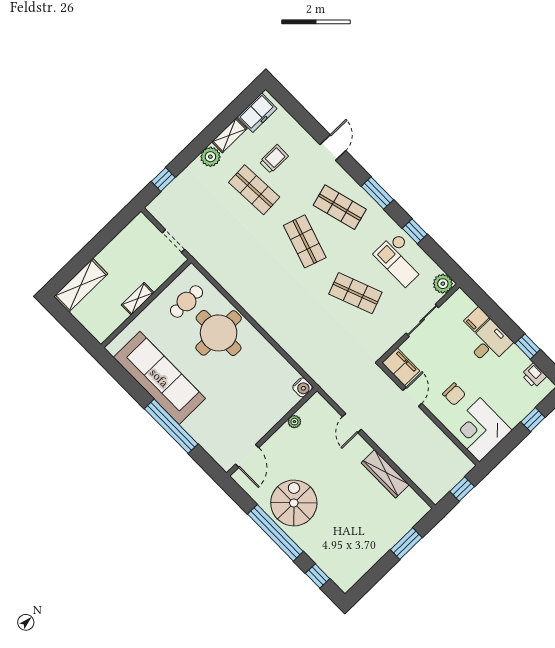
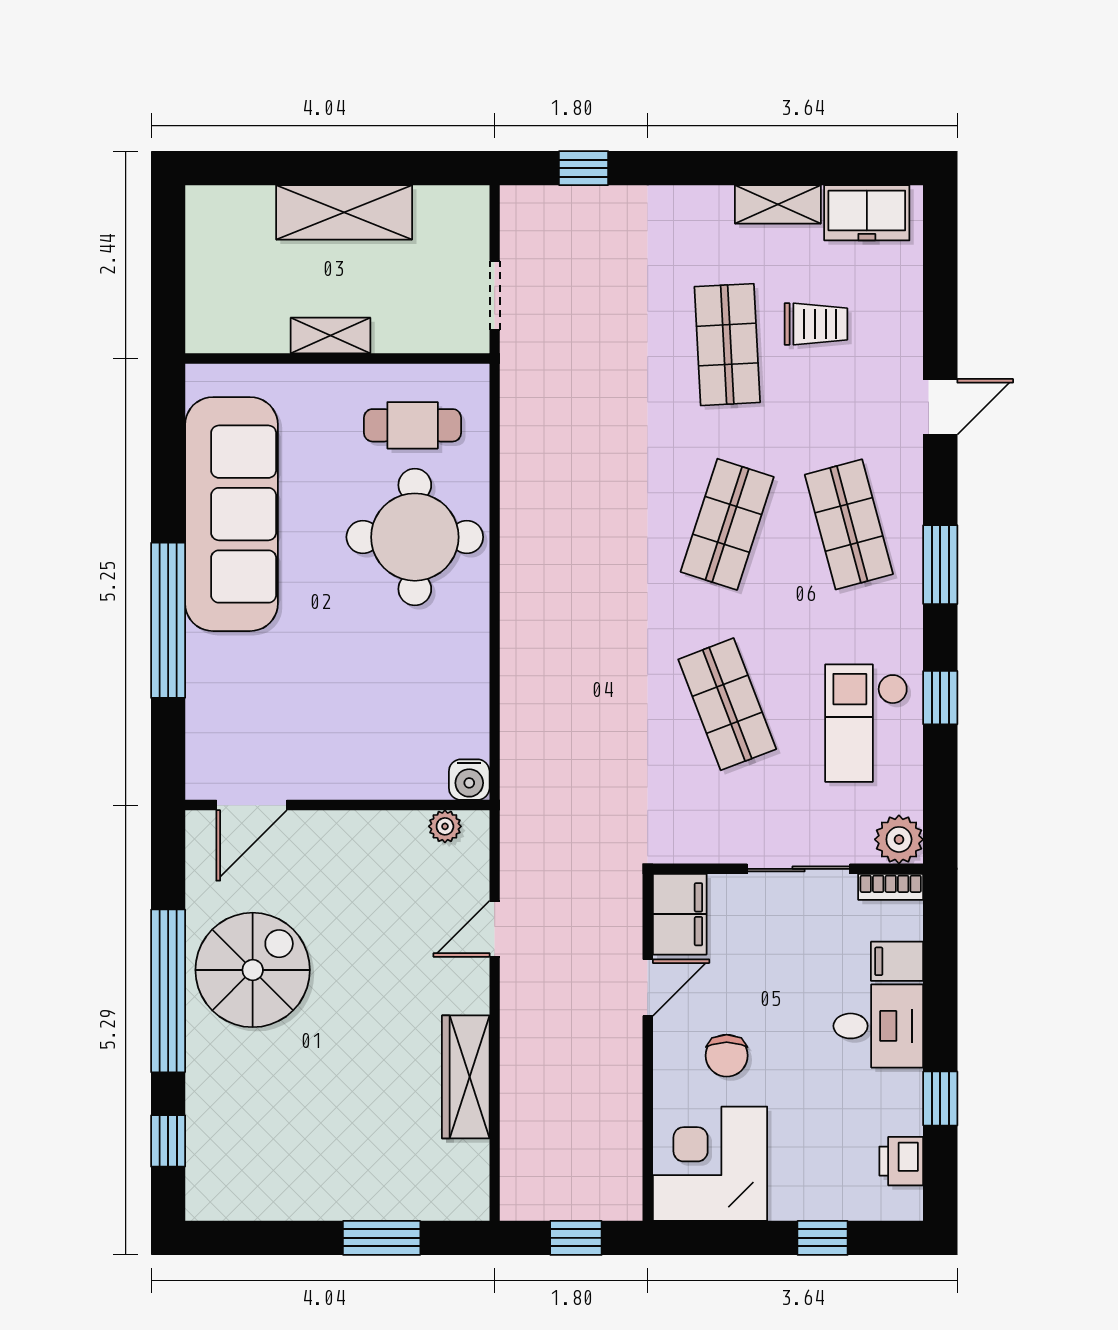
plant: (210, 157) -> (707, 210), removed
shelving: (81, 285) -> (344, 212), moved
bookcase: (454, 300) -> (891, 887), added
plant: (294, 422) -> (445, 826), moved

